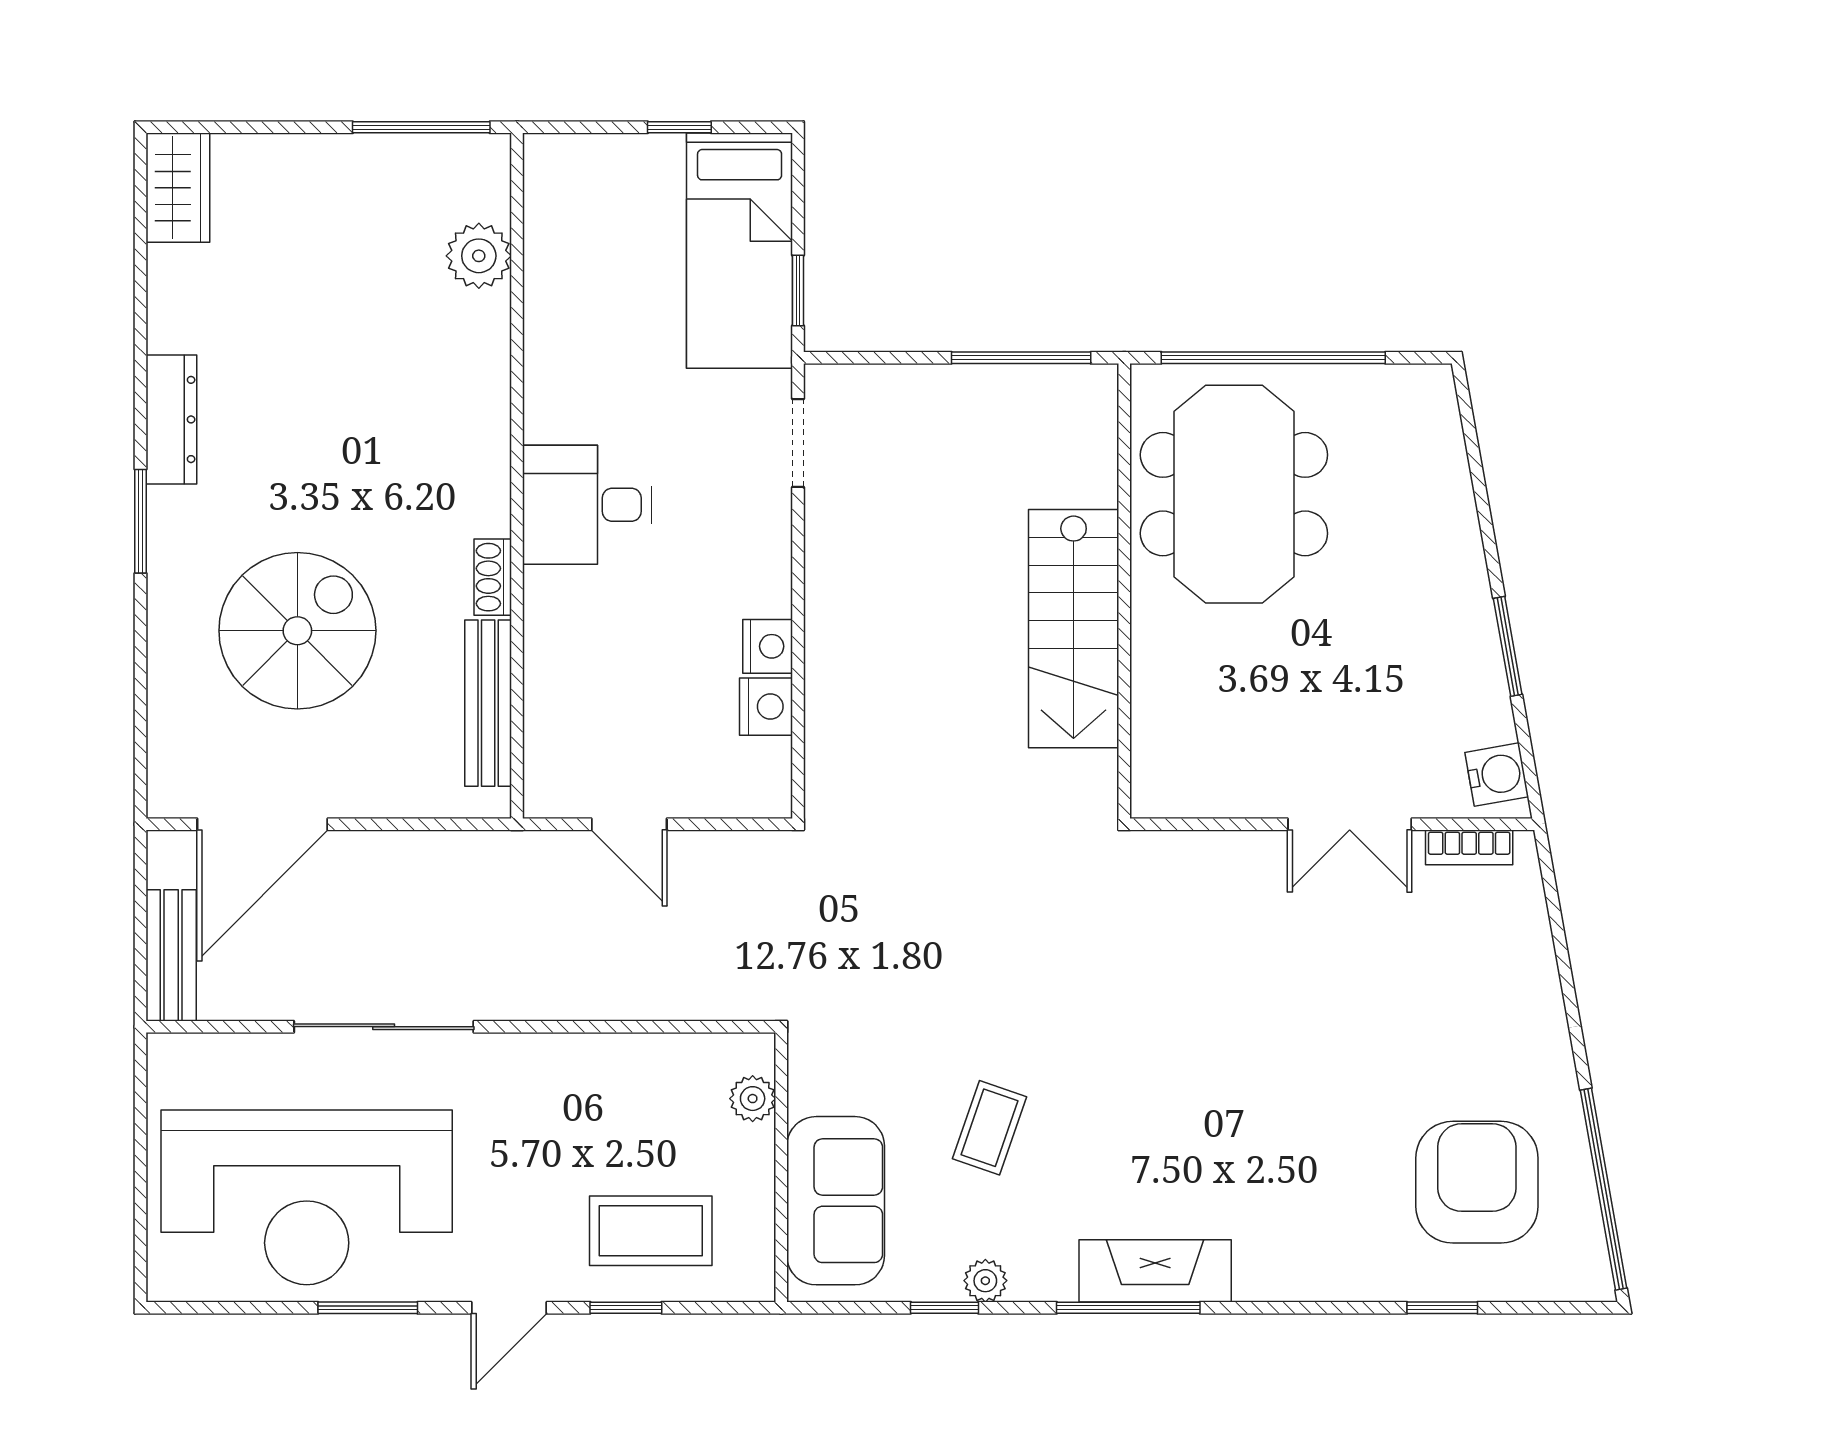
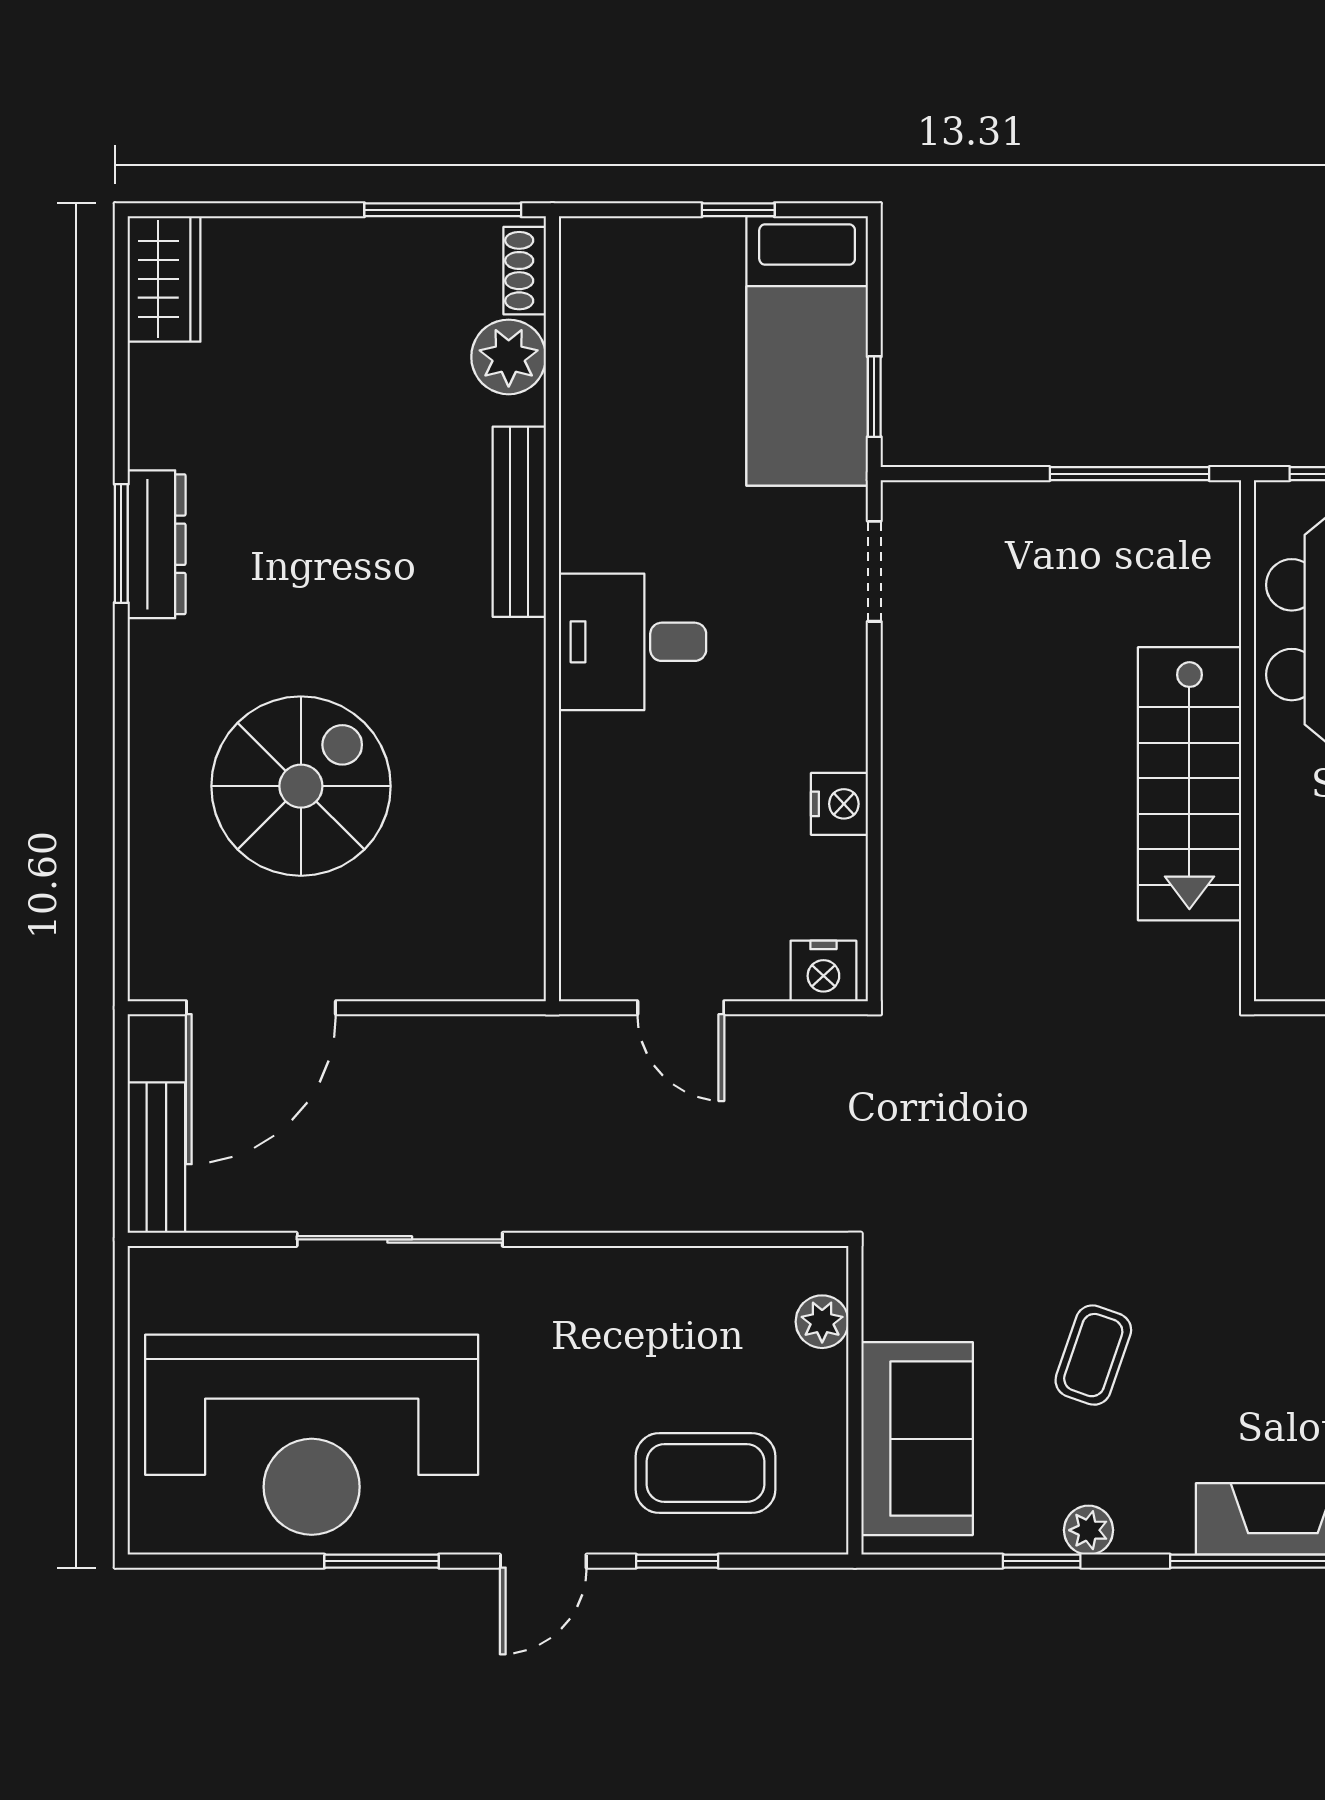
window: (140, 521) -> (121, 543), moved
shoe rack: (493, 577) -> (525, 271), moved
bench: (488, 703) -> (519, 522), moved
nightstand: (766, 707) -> (823, 971), moved, turned 90

